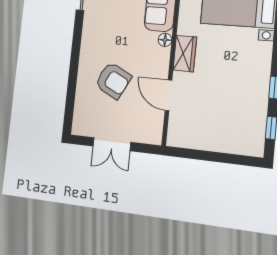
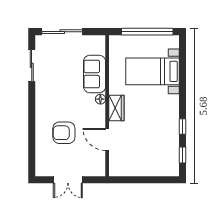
armchair: (113, 81) -> (64, 133), turned 153

